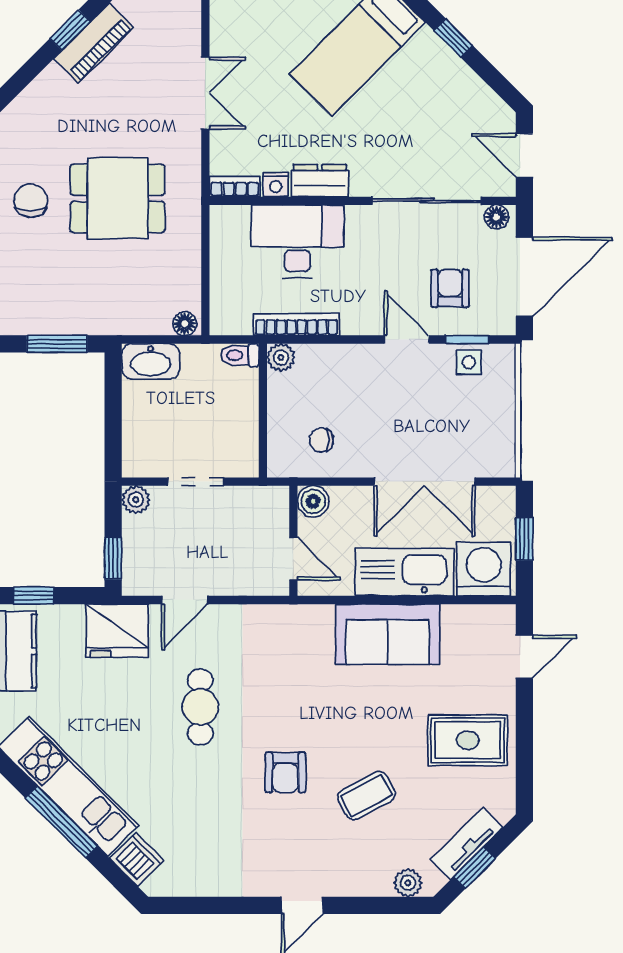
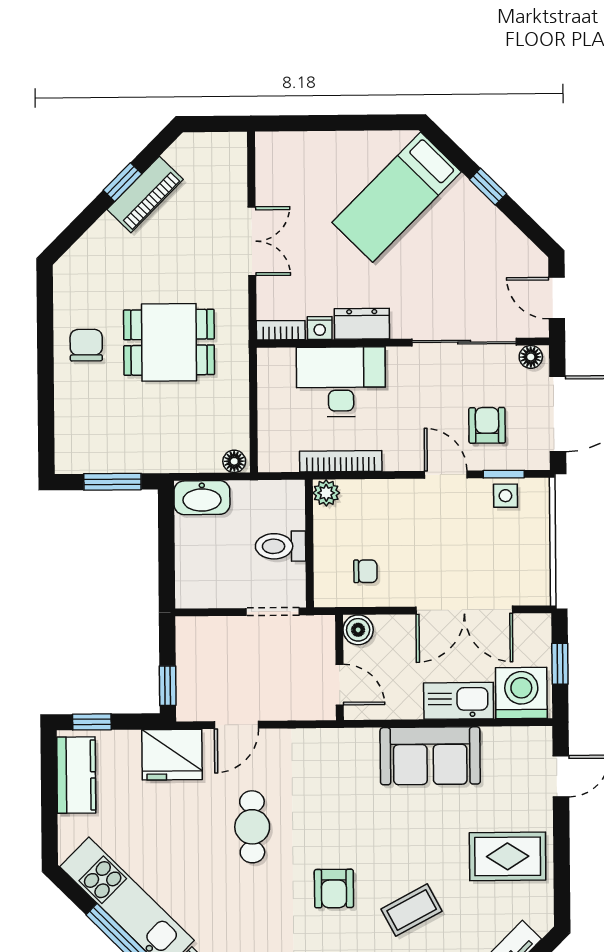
toilet: (240, 355) -> (281, 546), moved, width x1.37, depth x1.39
chair: (321, 440) -> (365, 571), turned 180
doorway: (196, 482) -> (272, 612), moved
plant: (136, 500) -> (189, 630), removed
kitchen sink: (405, 572) -> (459, 701), width x0.73, depth x0.81

